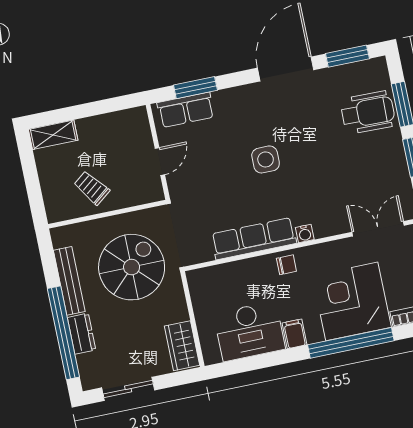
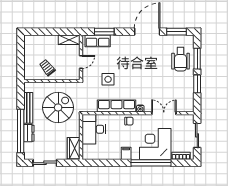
wheelchair: (368, 112) -> (181, 59), turned 89
shelving: (53, 135) -> (69, 40), moved
side table: (266, 159) -> (108, 79), moved
double door: (378, 229) -> (164, 113), moved
desk: (249, 331) -> (94, 129), moved, turned 90

